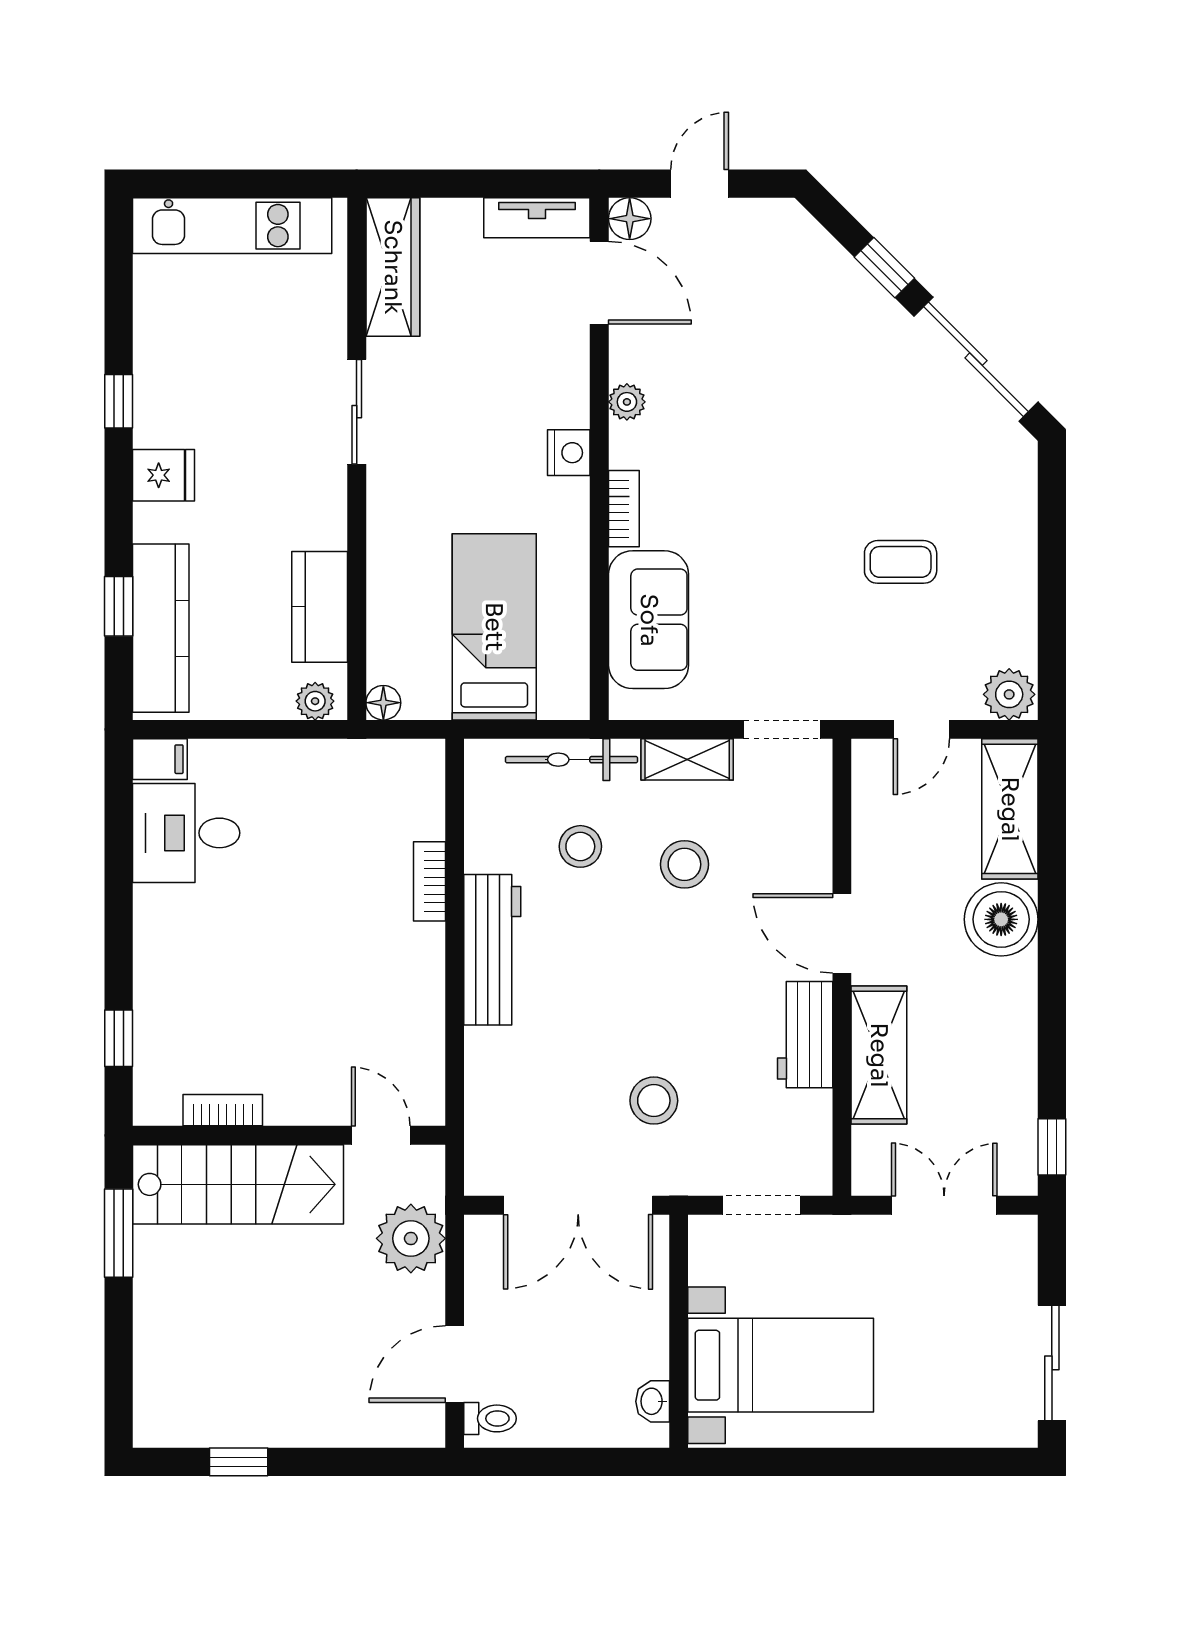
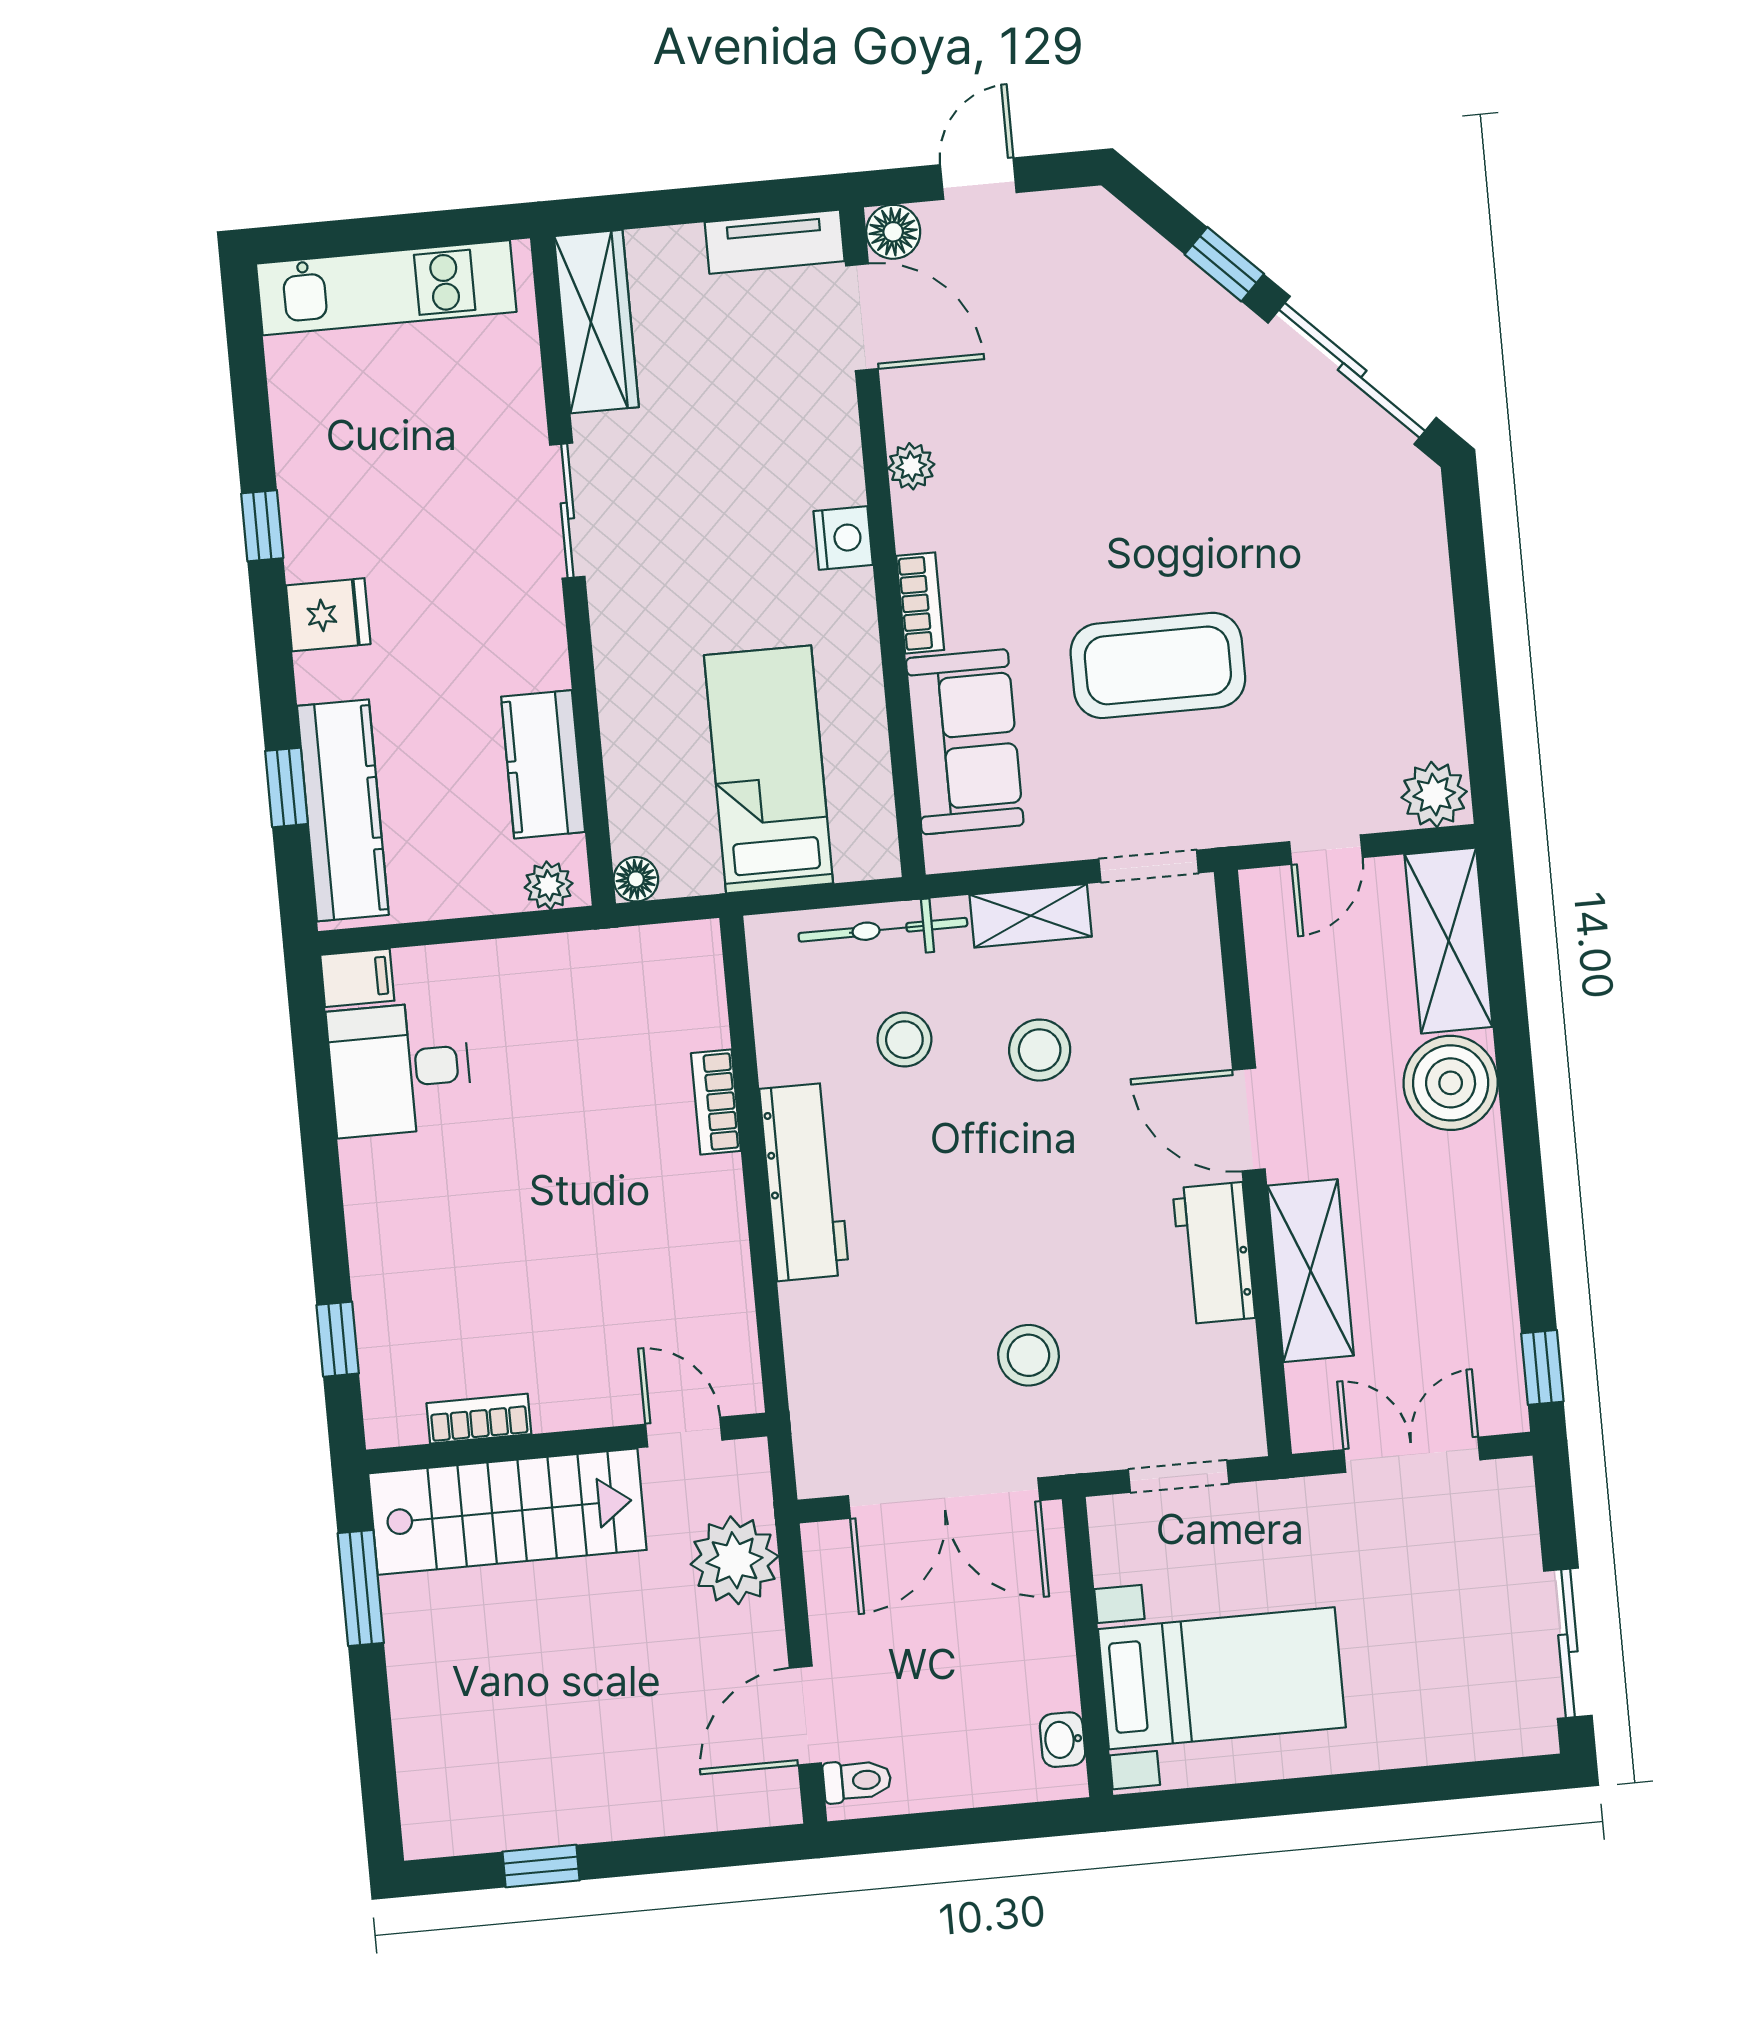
coffee table: (901, 562) -> (1158, 665), moved, width x1.86, depth x1.72

